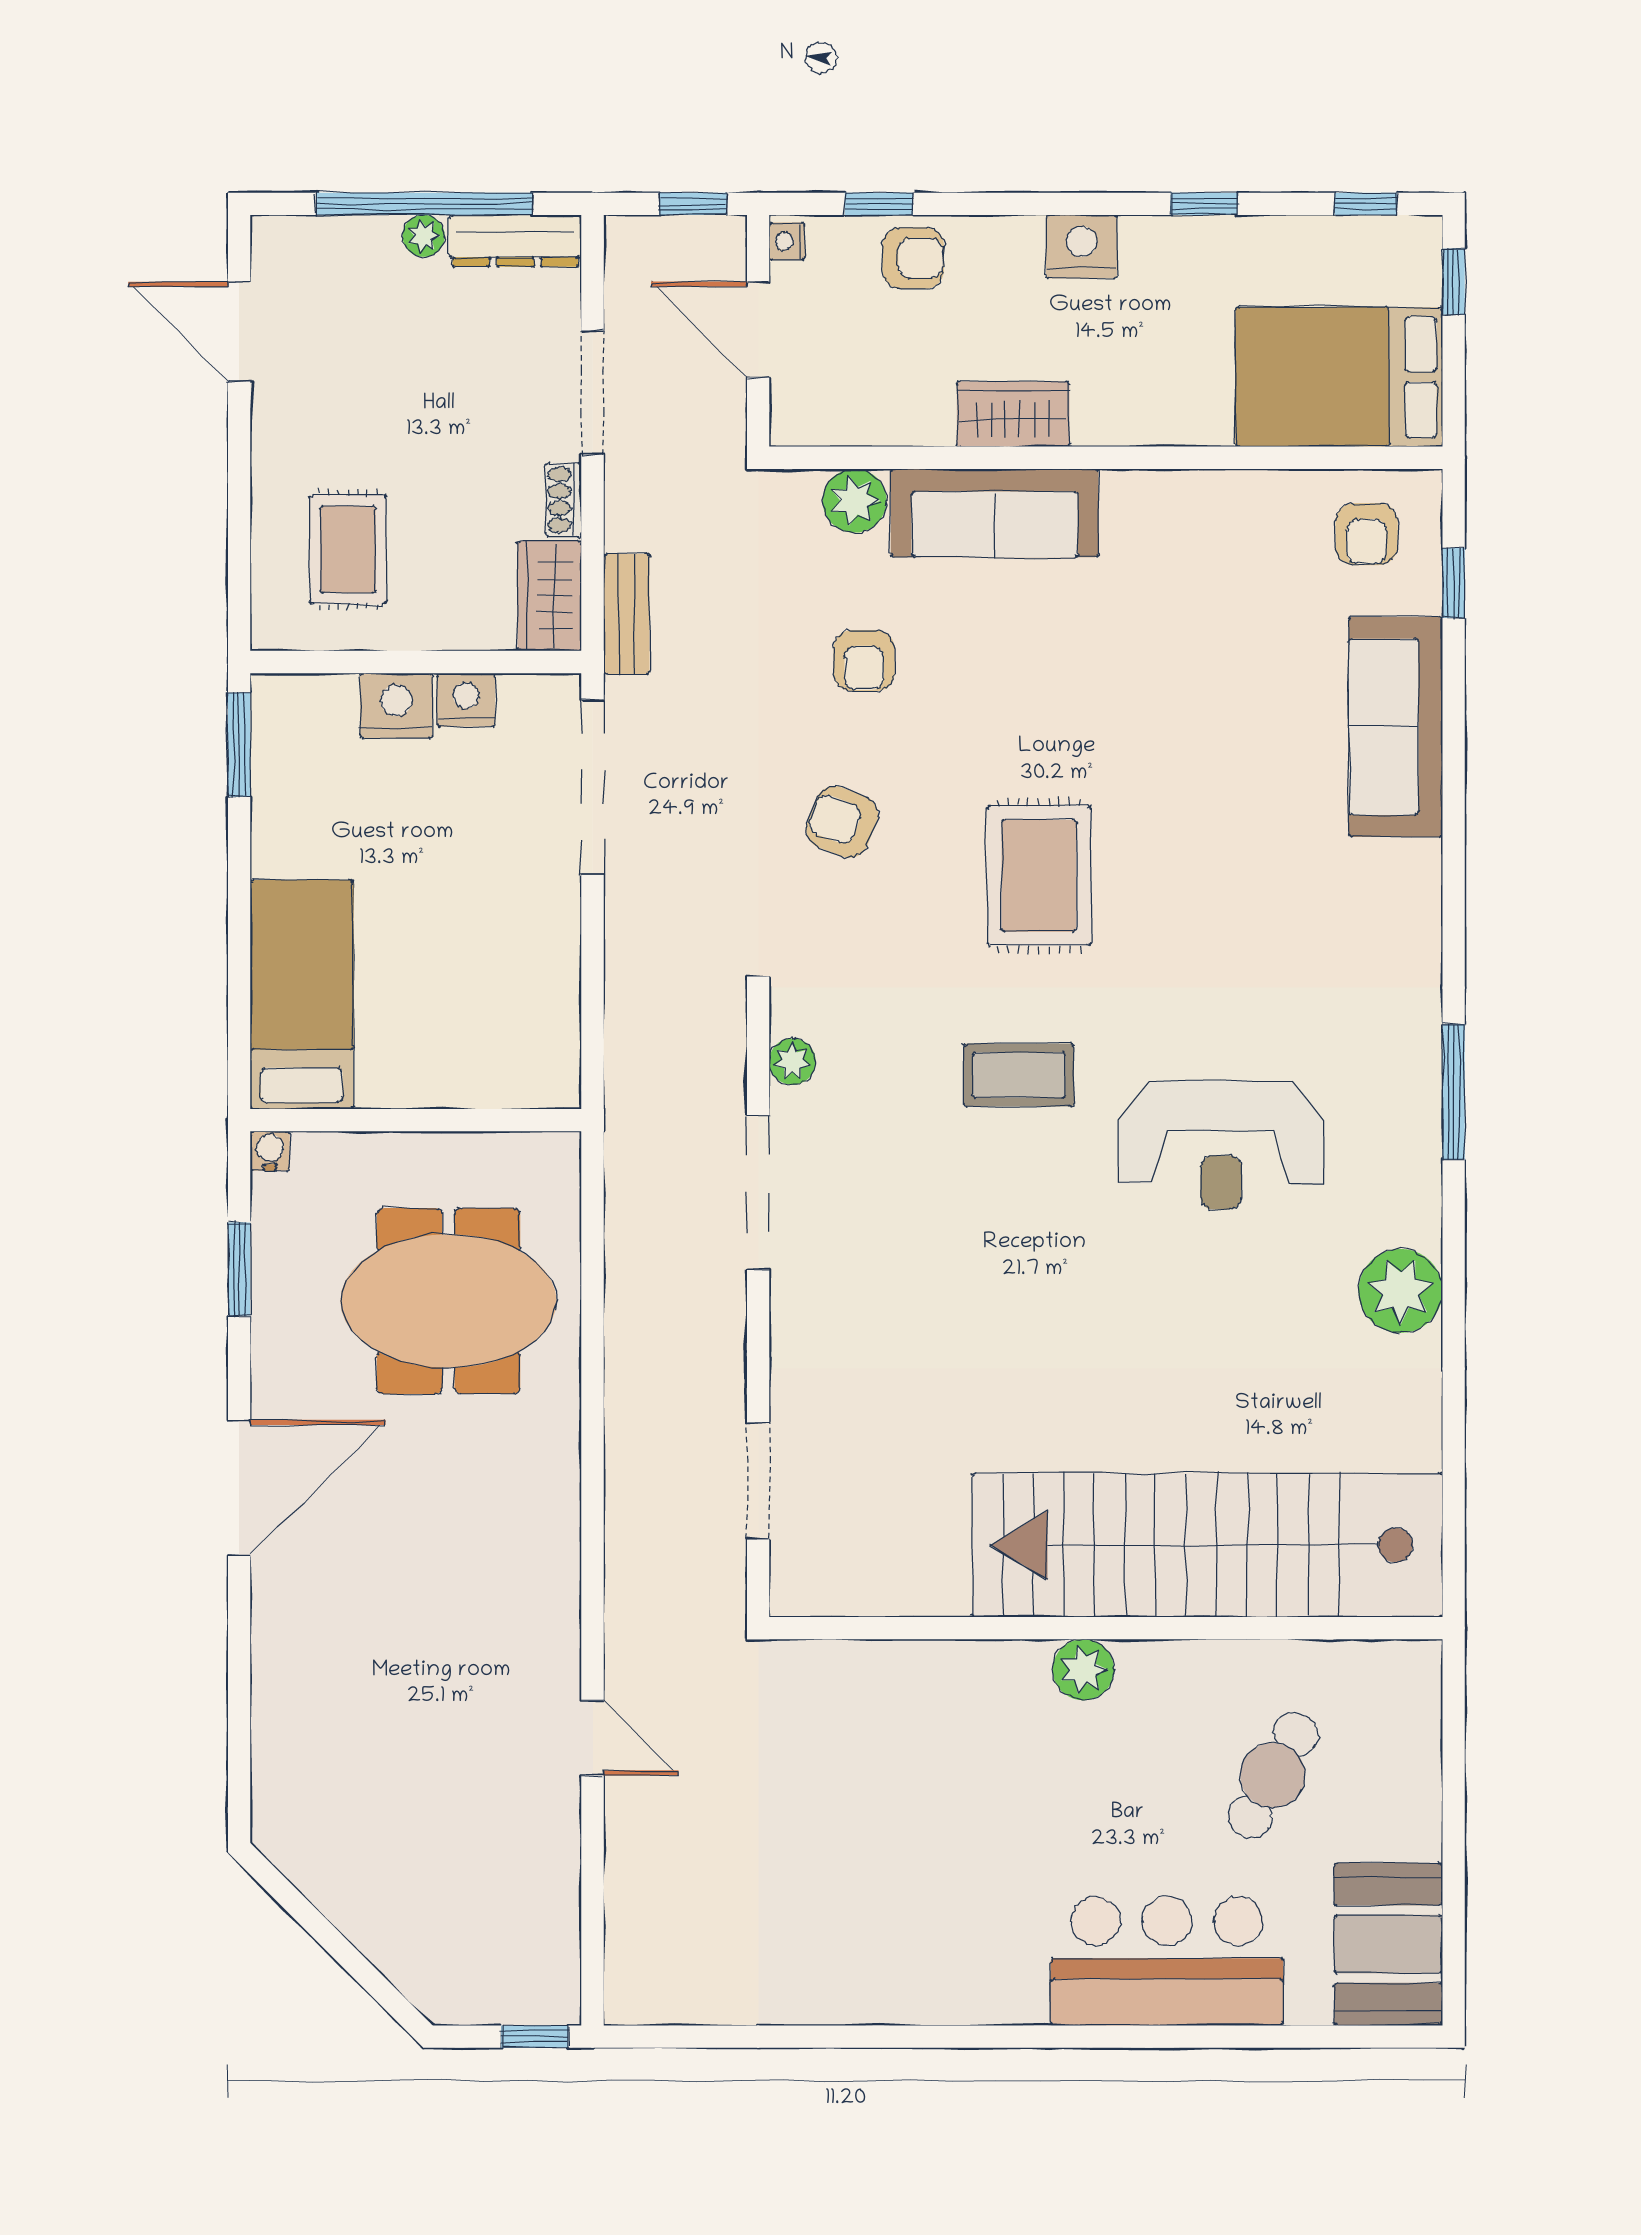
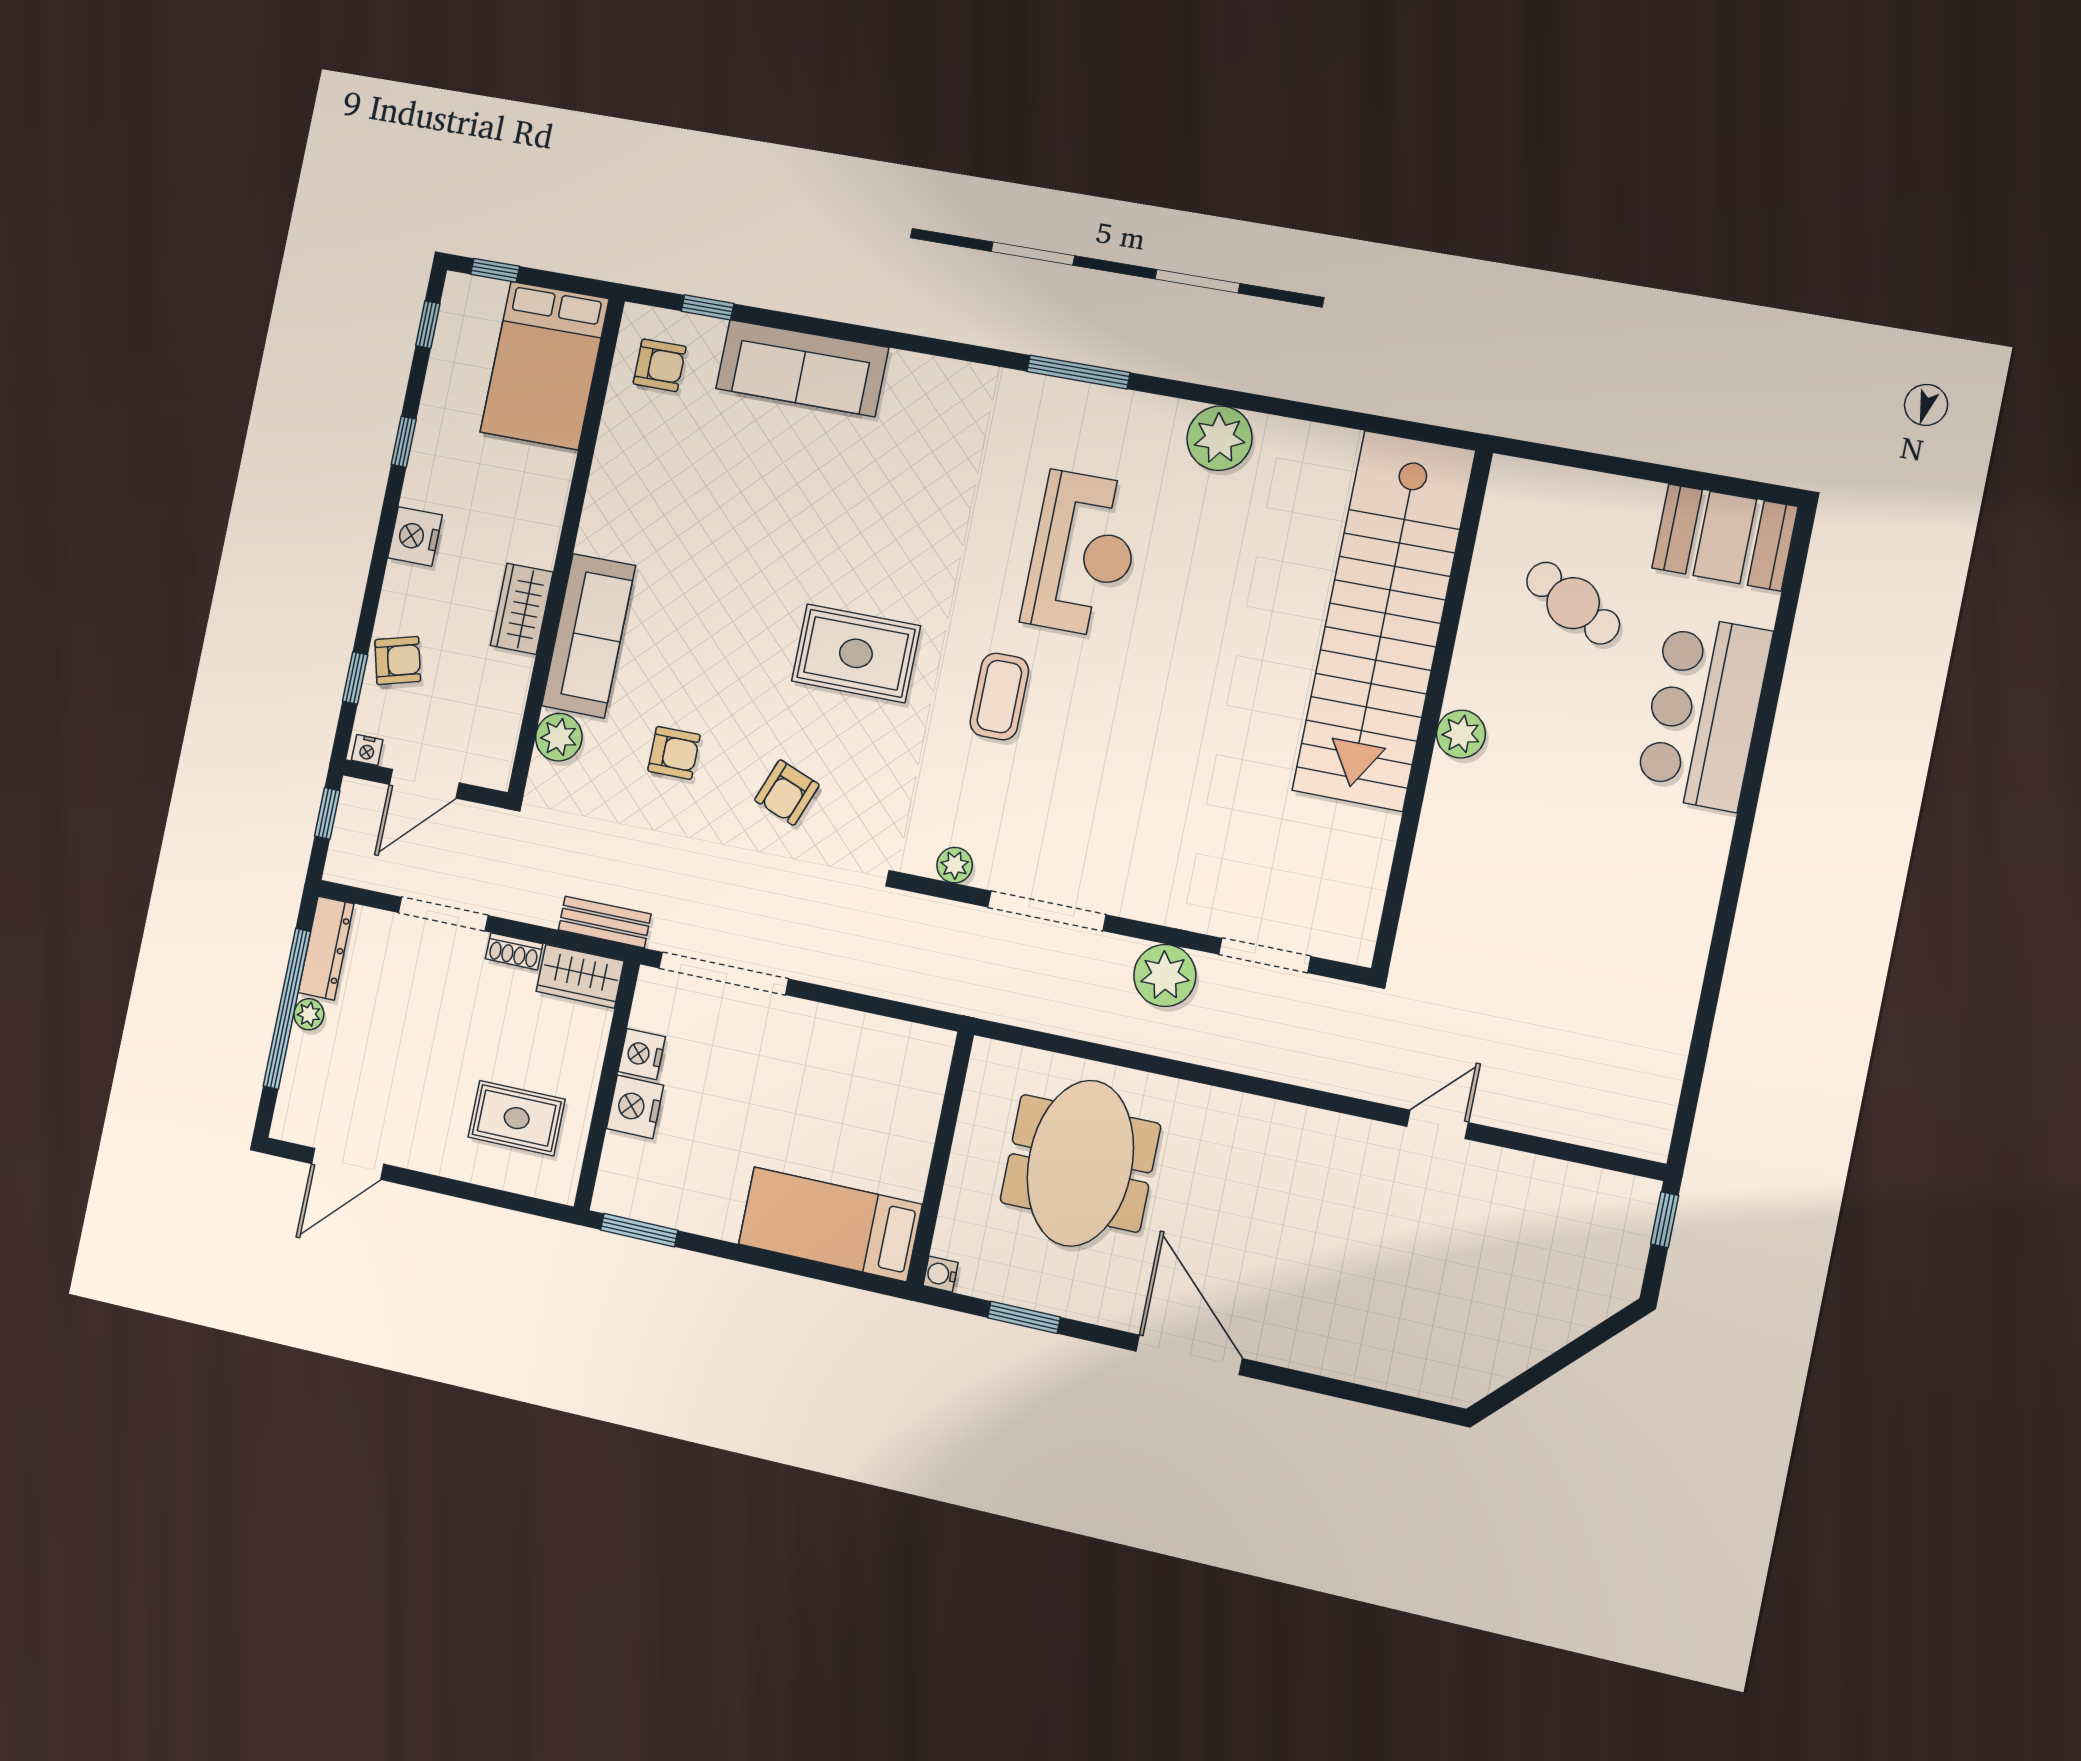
armchair: (913, 258) -> (398, 661), turned 75
plant: (707, 1360) -> (1165, 975), added

